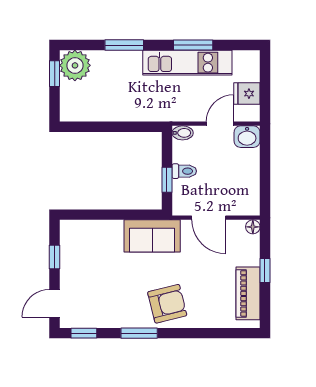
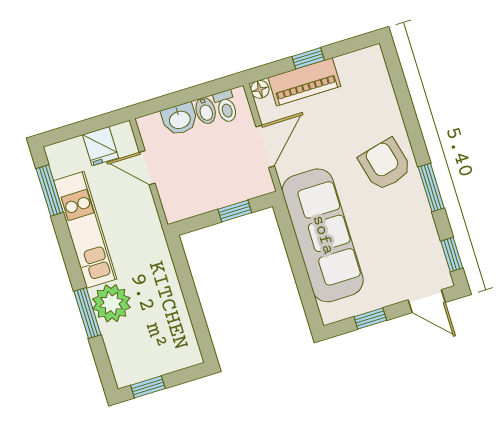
window: (193, 45) -> (50, 190), moved
plant: (75, 65) -> (111, 303), moved
bidet: (183, 133) -> (206, 111), moved, turned 180
washbasin: (247, 137) -> (180, 119), moved, turned 90
toilet: (184, 171) -> (226, 106), moved, turned 180
sofa: (152, 236) -> (323, 235), width x1.85, depth x1.27
piano: (248, 293) -> (304, 82), moved

